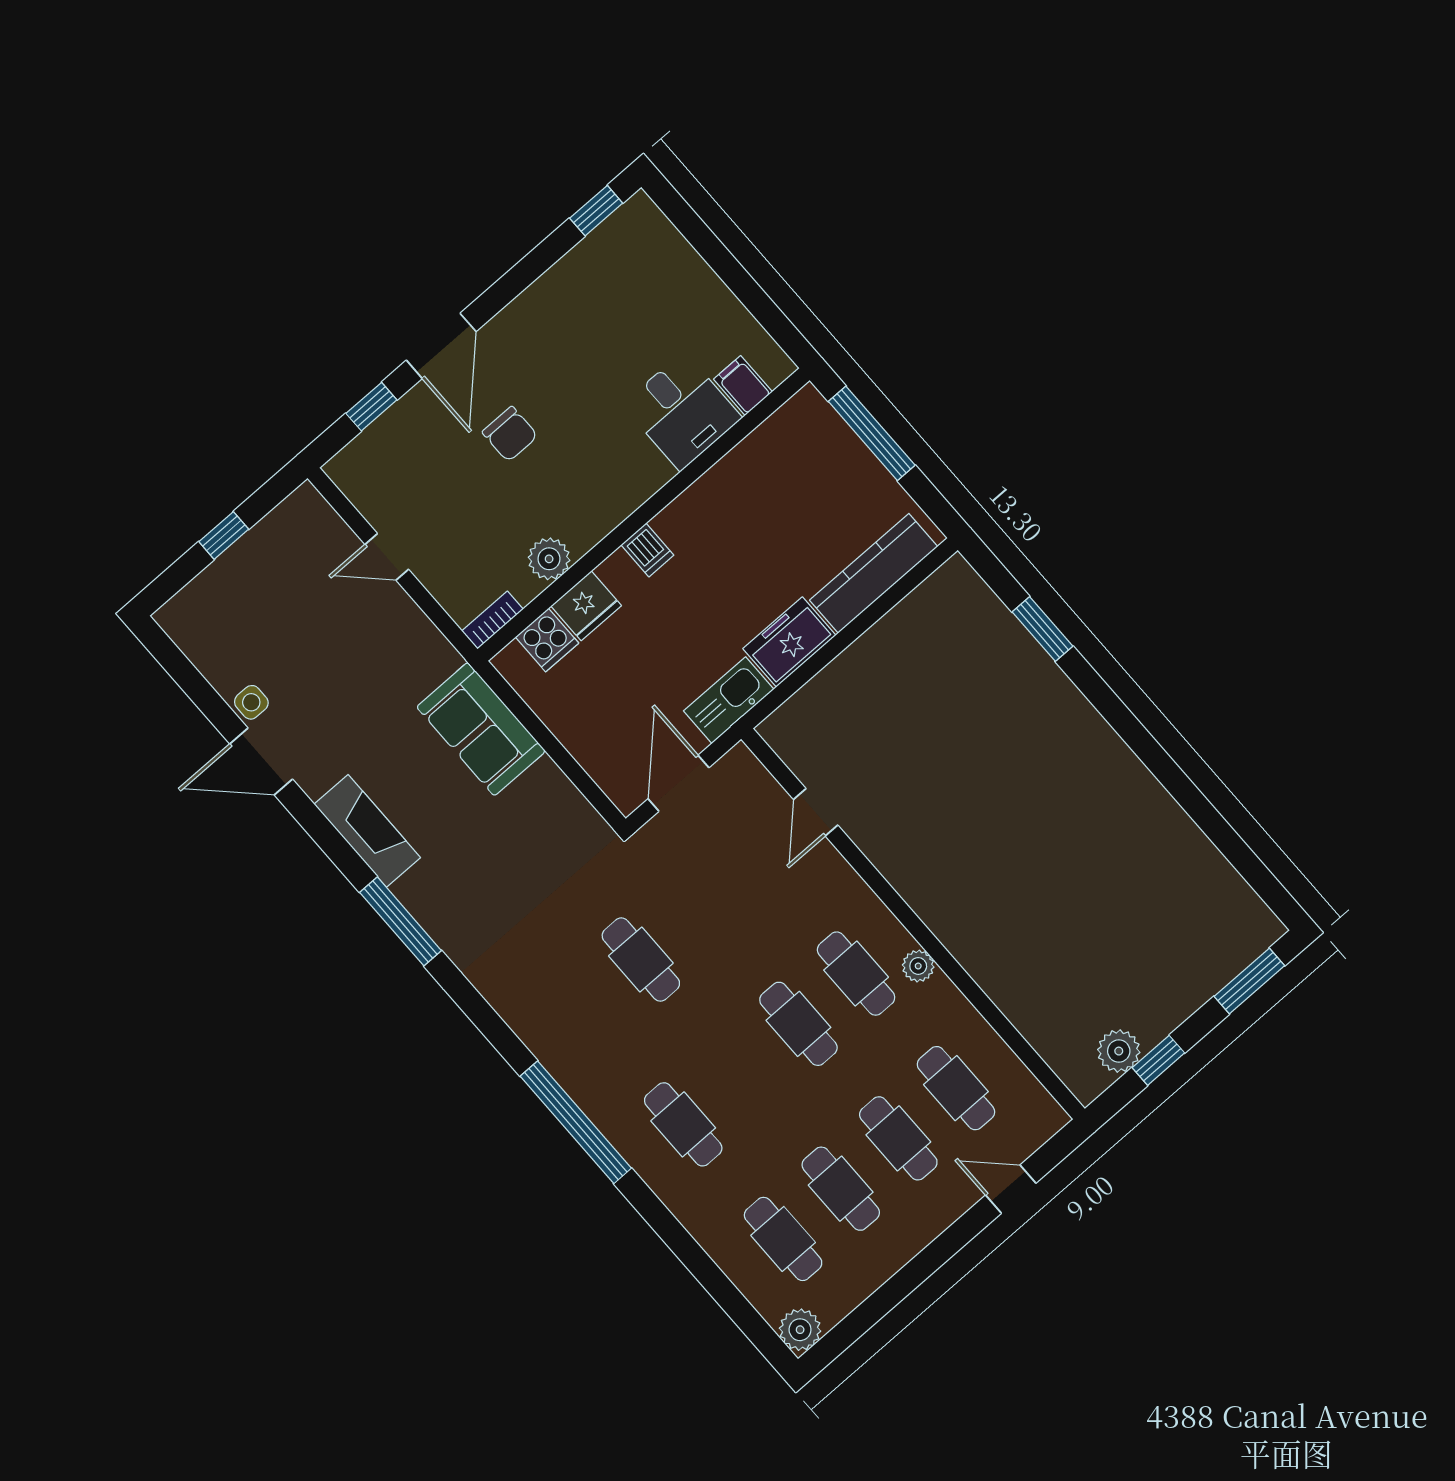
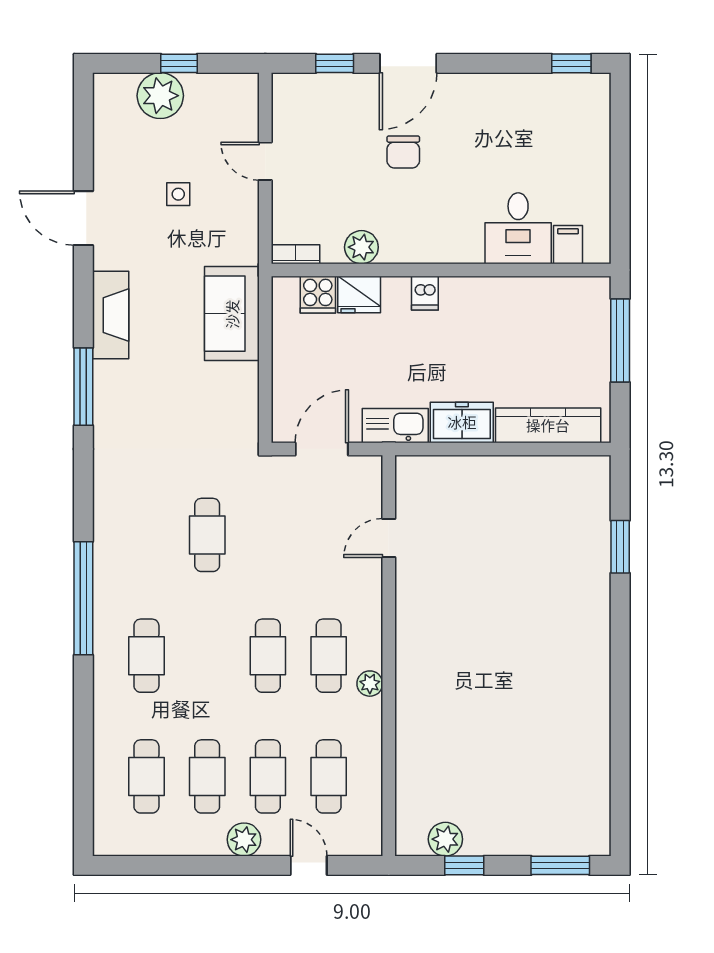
plant: (233, 582) -> (160, 96), added
side table: (251, 702) -> (178, 194), moved
plant: (800, 1330) -> (244, 840), moved

